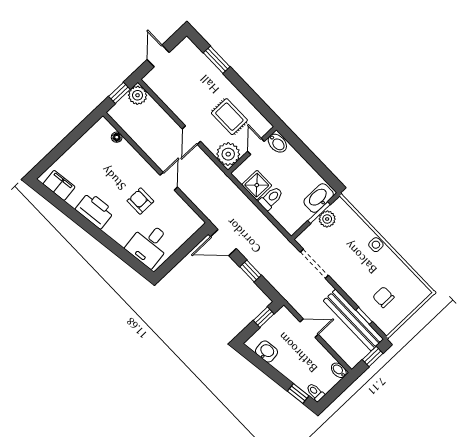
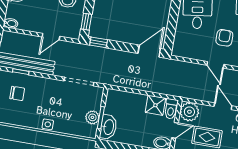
door: (256, 146) -> (175, 130), hinge flipped
toilet: (271, 198) -> (171, 109), moved
armchair: (140, 201) -> (224, 38), turned -90
window: (251, 271) -> (99, 42), moved

